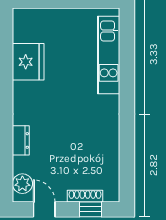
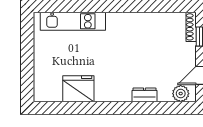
shoe rack: (85, 196) -> (191, 27), moved

